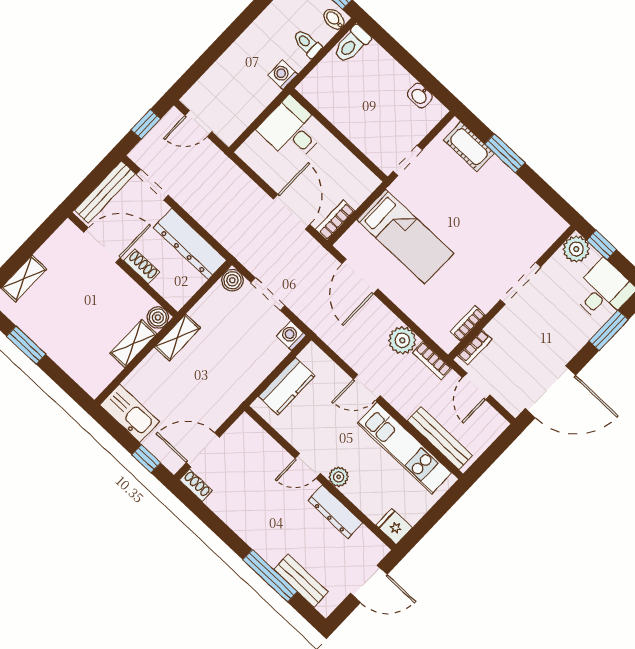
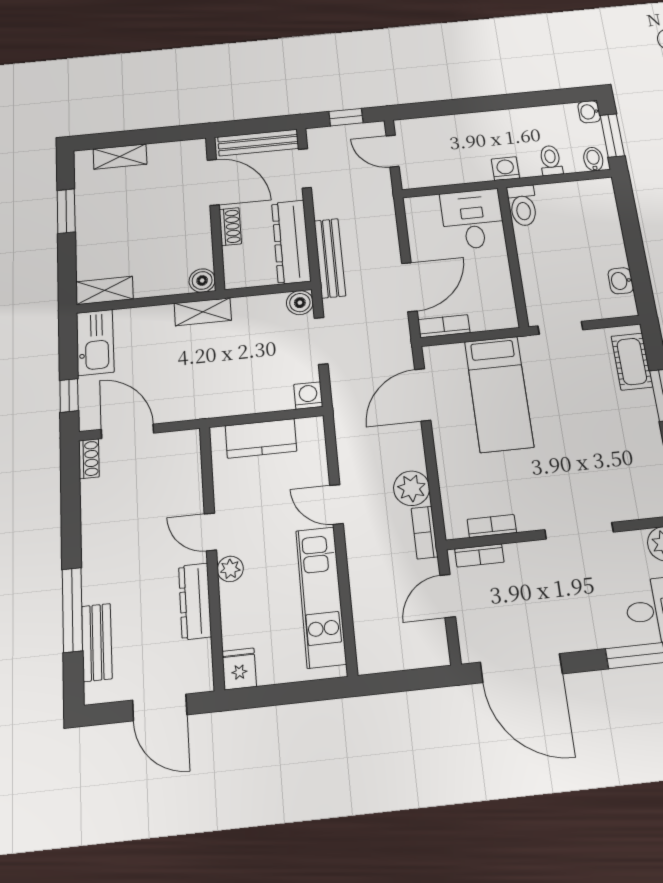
toilet: (352, 44) -> (523, 206), moved, turned -90
shelving: (133, 344) -> (104, 290), moved
bench: (440, 438) -> (330, 258), moved

